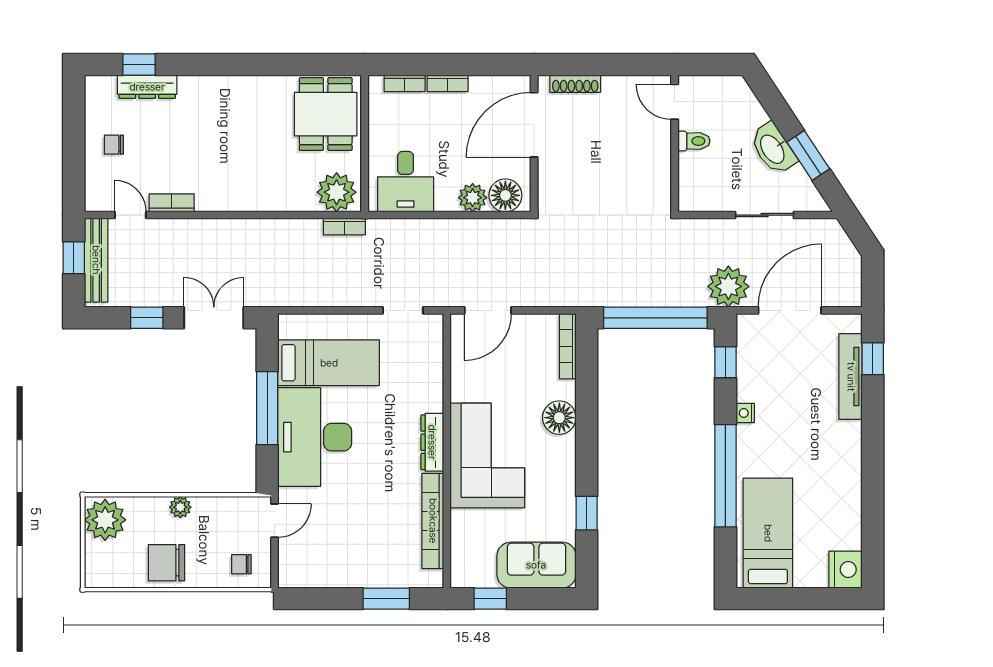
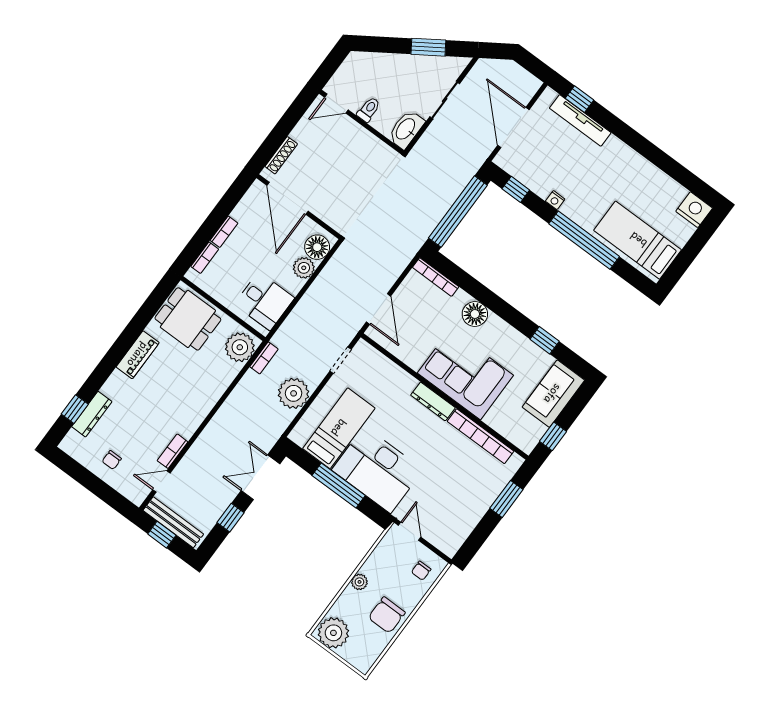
piano: (247, 89) -> (138, 355), added
washbasin: (773, 149) -> (406, 129), moved, turned 123
plant: (728, 286) -> (294, 393), moved

